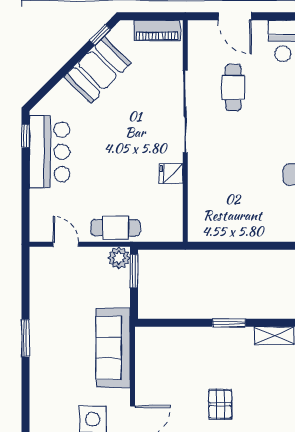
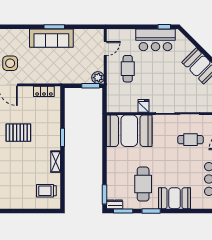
booth: (217, 200) -> (129, 131), added
cafe table: (115, 228) -> (128, 69), moved
sofa: (113, 348) -> (51, 38), moved, turned 180
locker: (144, 357) -> (44, 91), added
pallet: (220, 404) -> (18, 133), width x1.50, depth x1.42

